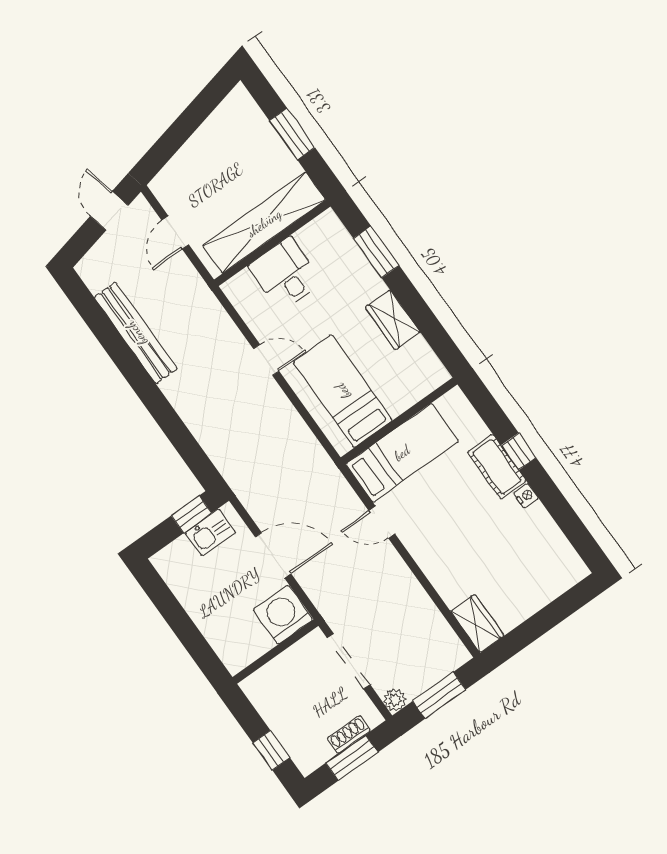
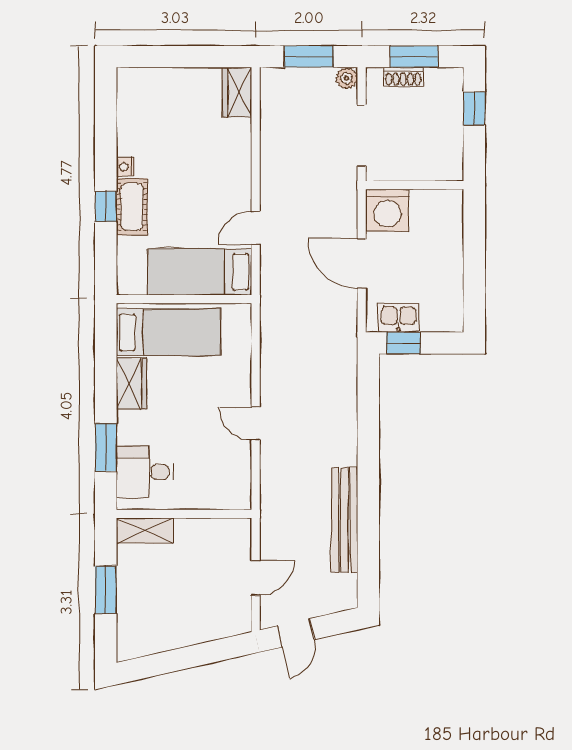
shelving: (264, 223) -> (145, 531), width x0.45, depth x0.75
desk: (285, 274) -> (145, 472), moved, turned 90
bed: (343, 391) -> (168, 332), moved, turned -90
door: (382, 522) -> (256, 228), swing flipped

